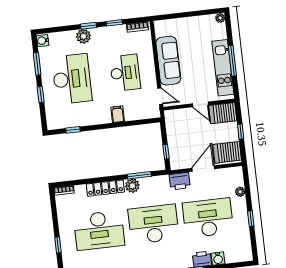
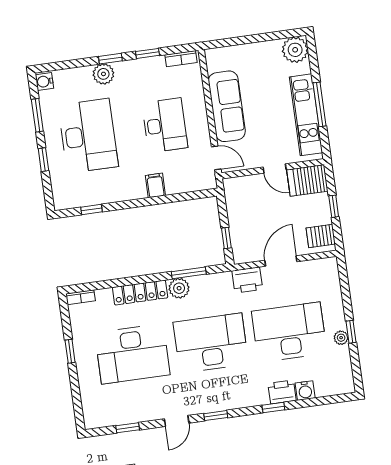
plant: (220, 18) -> (295, 50), width x1.87, depth x1.87
server rack: (227, 152) -> (321, 236), width x0.73, depth x0.70
plant: (240, 192) -> (341, 338), moved
window: (58, 245) -> (70, 351), moved

